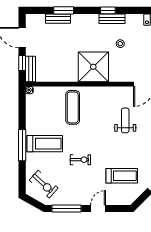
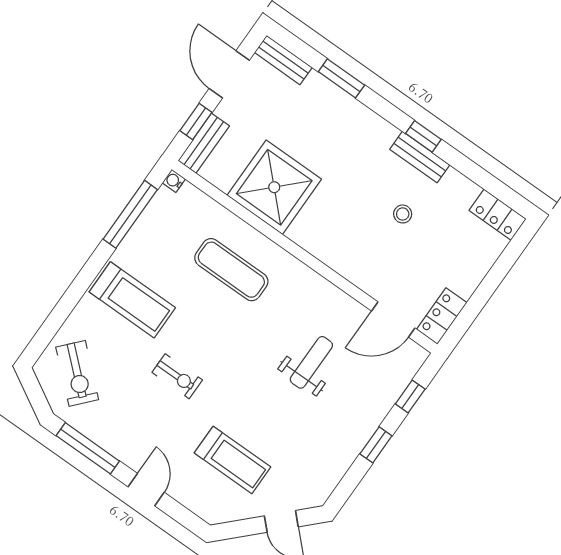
bench: (58, 19) -> (283, 60), moved
shower: (93, 67) -> (274, 187), moved
exercise mat: (73, 107) -> (231, 270), turned 90
window: (22, 145) -> (130, 214), moved
door: (98, 208) -> (146, 490), hinge flipped

